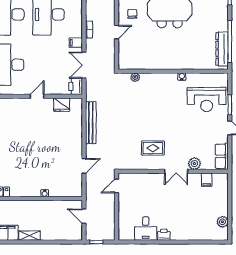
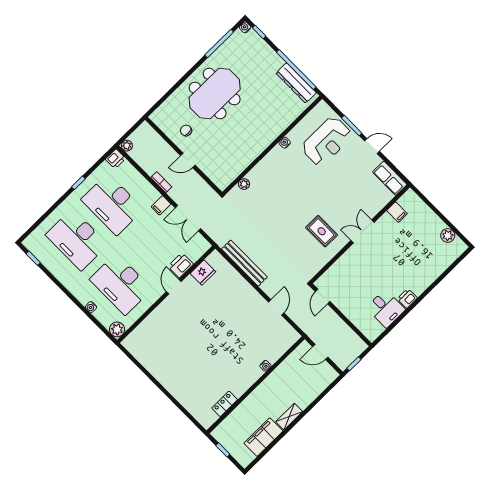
door: (117, 32) -> (188, 160), swing flipped
printer: (76, 86) -> (181, 265), moved, turned 90
rug: (153, 148) -> (322, 231), turned 90
plant: (194, 164) -> (372, 209), removed
double door: (176, 171) -> (363, 231), swing flipped

